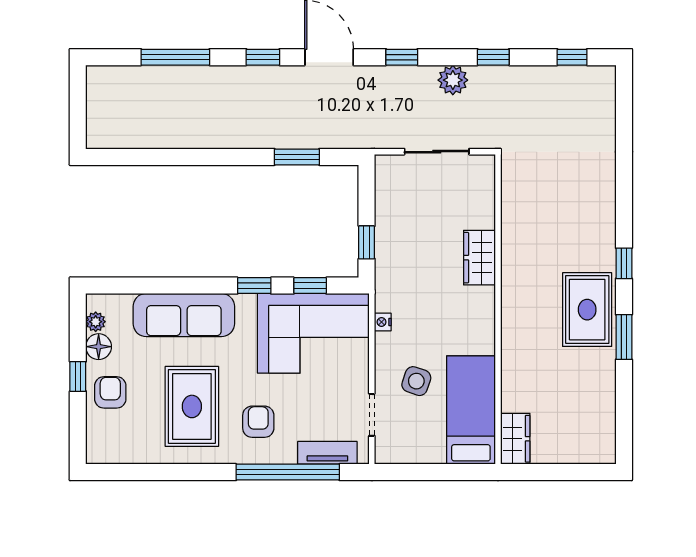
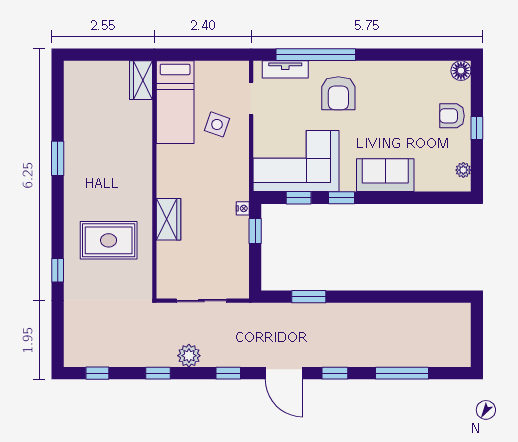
window: (624, 263) -> (58, 270), moved
rug: (587, 310) -> (109, 240), moved, turned 90
sofa: (184, 315) -> (385, 175), width x0.73
nightstand: (383, 322) -> (243, 208), moved
floor lamp: (99, 347) -> (461, 71), moved
armchair: (110, 392) -> (452, 116), turned 90
rug: (192, 406) -> (389, 105), removed
armchair: (258, 422) -> (338, 93), width x1.38, depth x1.38

